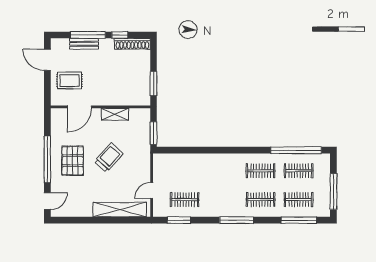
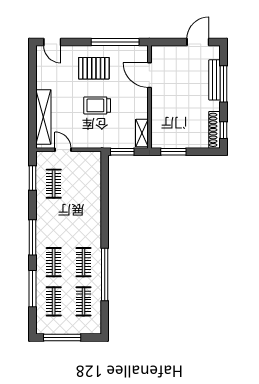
window: (120, 35) -> (224, 130), moved
bench: (84, 44) -> (215, 80), width x1.36
rug: (70, 81) -> (177, 65), removed
shelving: (115, 114) -> (142, 133), moved
window: (296, 150) -> (105, 275), moved
trolley: (109, 157) -> (97, 105), turned 138
window: (47, 159) -> (115, 42), moved
window: (299, 220) -> (32, 289), moved

